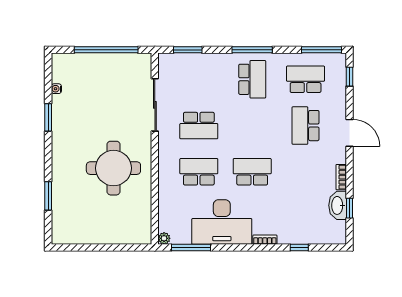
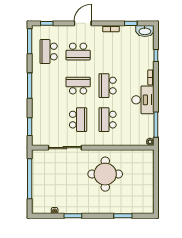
school desk: (252, 79) -> (78, 86), moved
washbasin: (338, 205) -> (145, 31), moved
desk: (222, 222) -> (143, 100), width x0.73, depth x0.77

